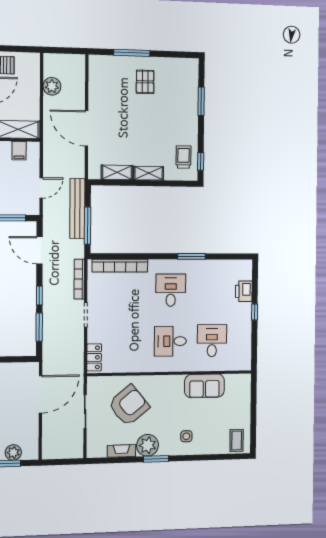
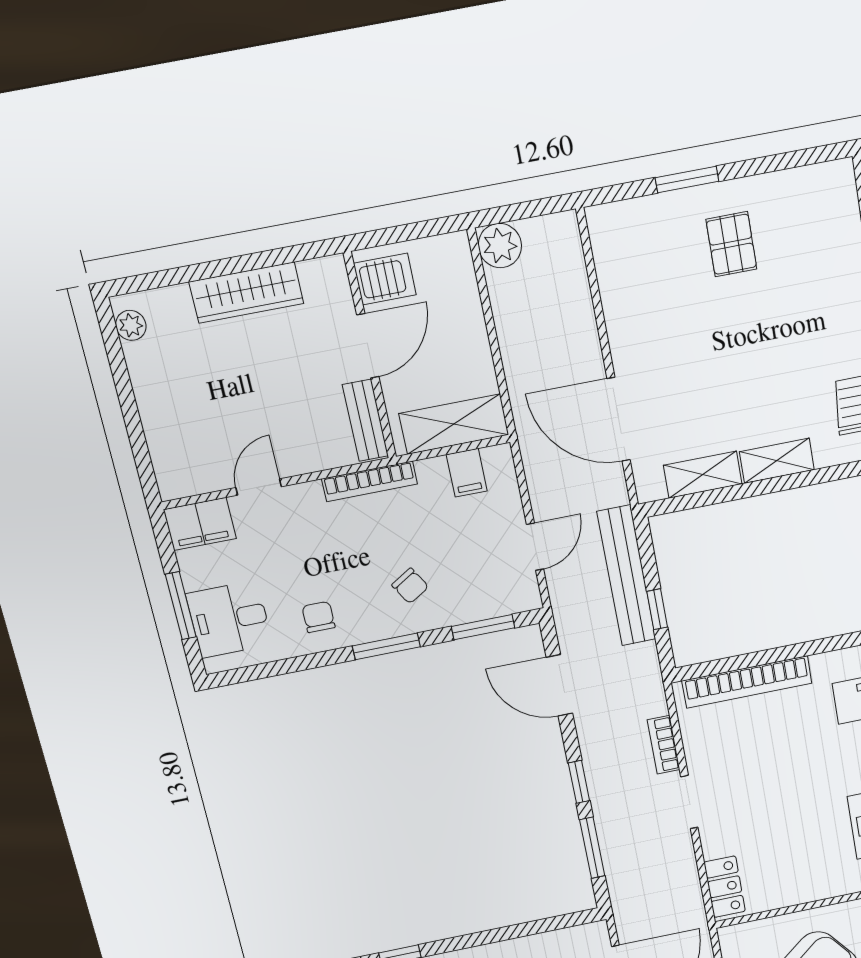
window: (132, 53) -> (687, 180), width x0.69
plant: (52, 86) -> (500, 246), moved
door: (87, 128) -> (619, 419), moved
window: (88, 226) -> (657, 609), width x0.46
bookcase: (79, 279) -> (664, 745), width x0.64

